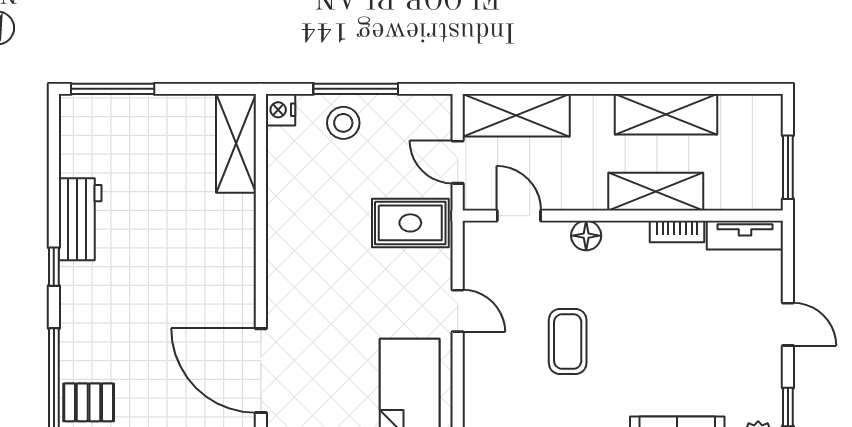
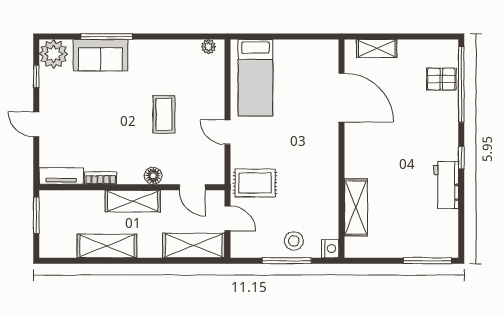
shelving: (236, 143) -> (356, 207), moved
shelving: (656, 192) -> (133, 201), moved

